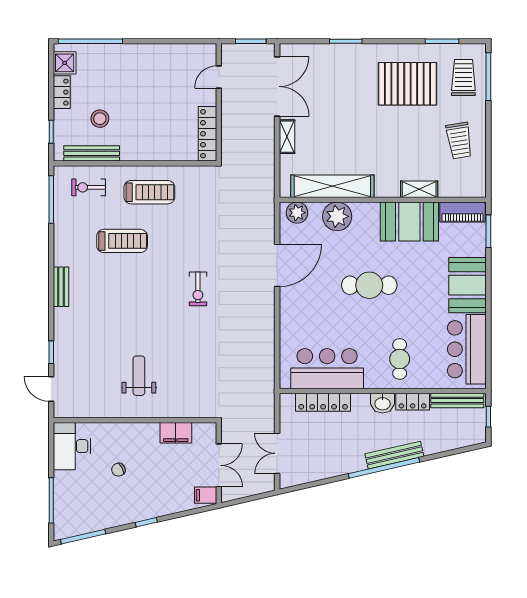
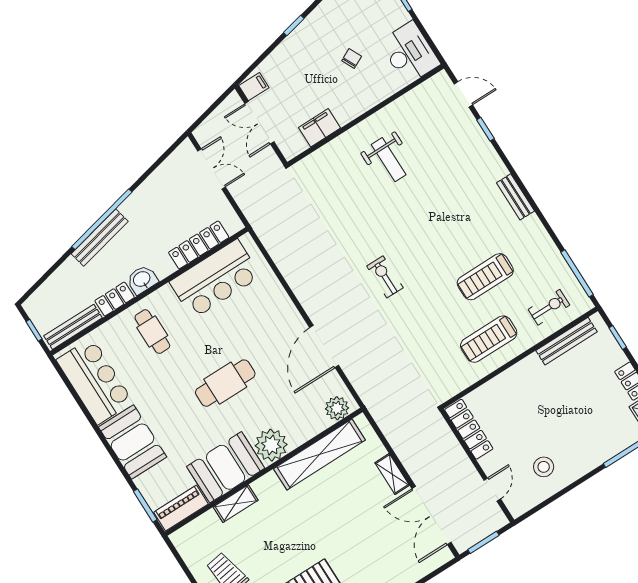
stool: (100, 119) -> (544, 467), moved
plant: (337, 216) -> (271, 445), moved

